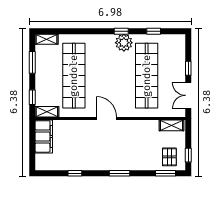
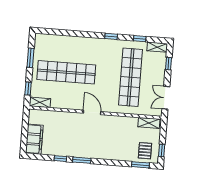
shelving: (46, 39) -> (157, 47), moved
plant: (124, 43) -> (113, 47), removed
window: (188, 68) -> (168, 64), moved
shop shelf: (74, 76) -> (66, 72), turned 90
filing cabinet: (44, 136) -> (34, 139), moved
window: (119, 173) -> (82, 160), moved

